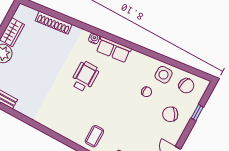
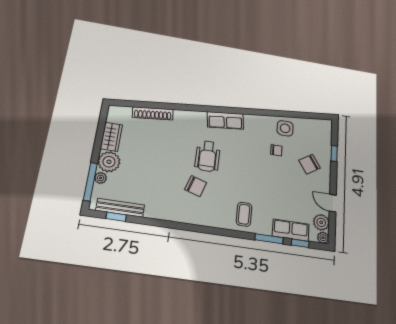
water cooler: (94, 38) -> (201, 116), removed
wheelchair: (85, 77) -> (208, 156), turned 180
chair: (186, 86) -> (196, 186), moved

